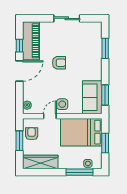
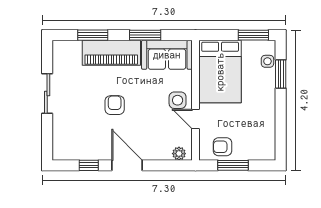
piano: (31, 41) -> (111, 53), moved, turned 180
window: (105, 95) -> (145, 35), moved
window: (105, 143) -> (253, 35), moved
wardrobe: (40, 162) -> (265, 133), removed
window: (80, 172) -> (281, 74), width x0.69

